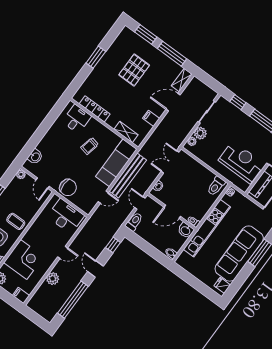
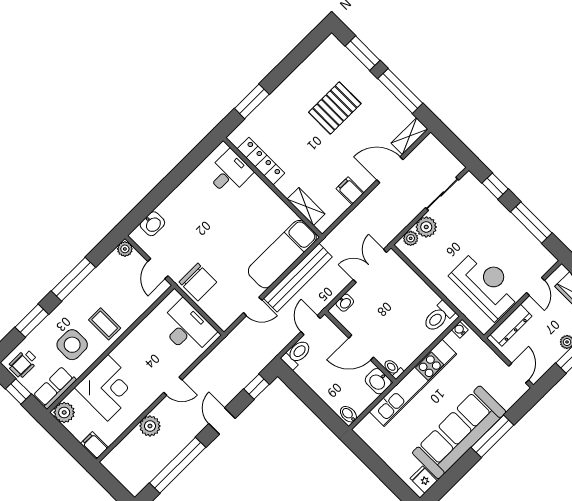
window: (96, 57) -> (252, 101), moved
trolley: (90, 146) -> (243, 220), removed

